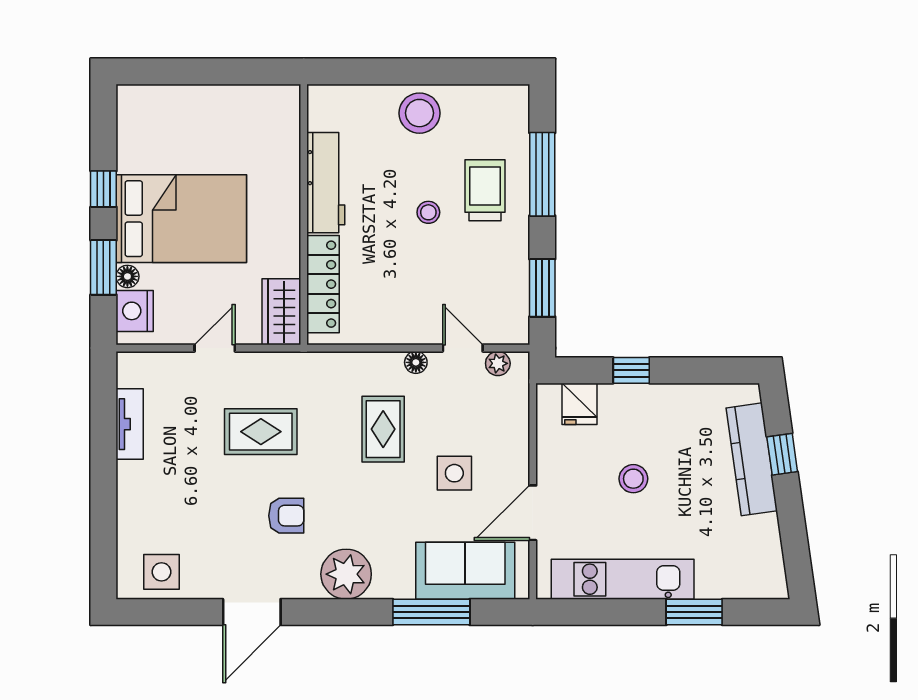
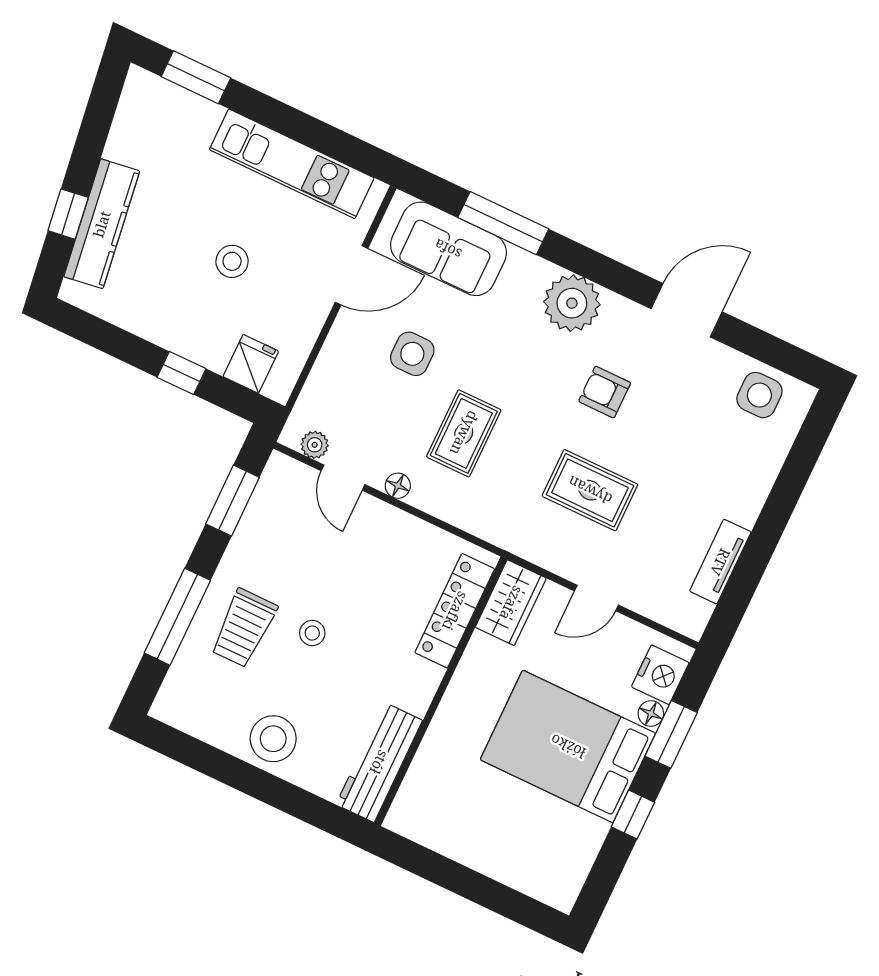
workbench: (326, 183) -> (379, 762), moved
window: (694, 612) -> (196, 77), moved

